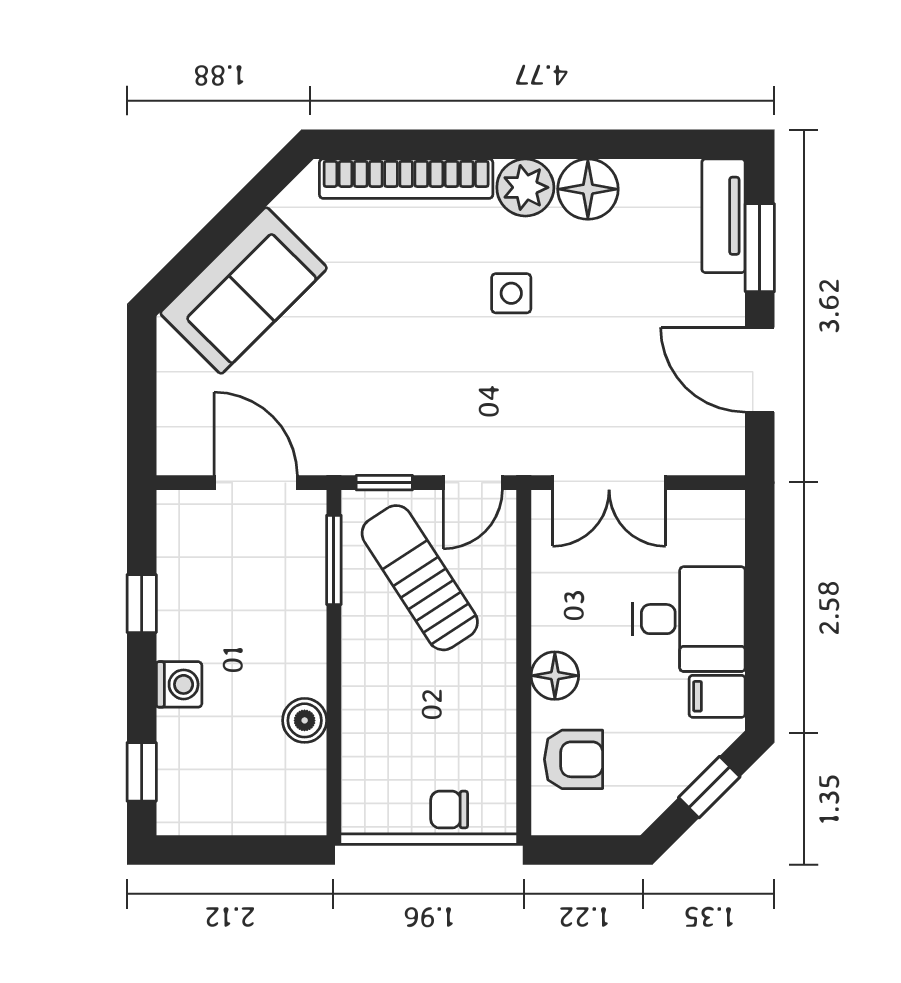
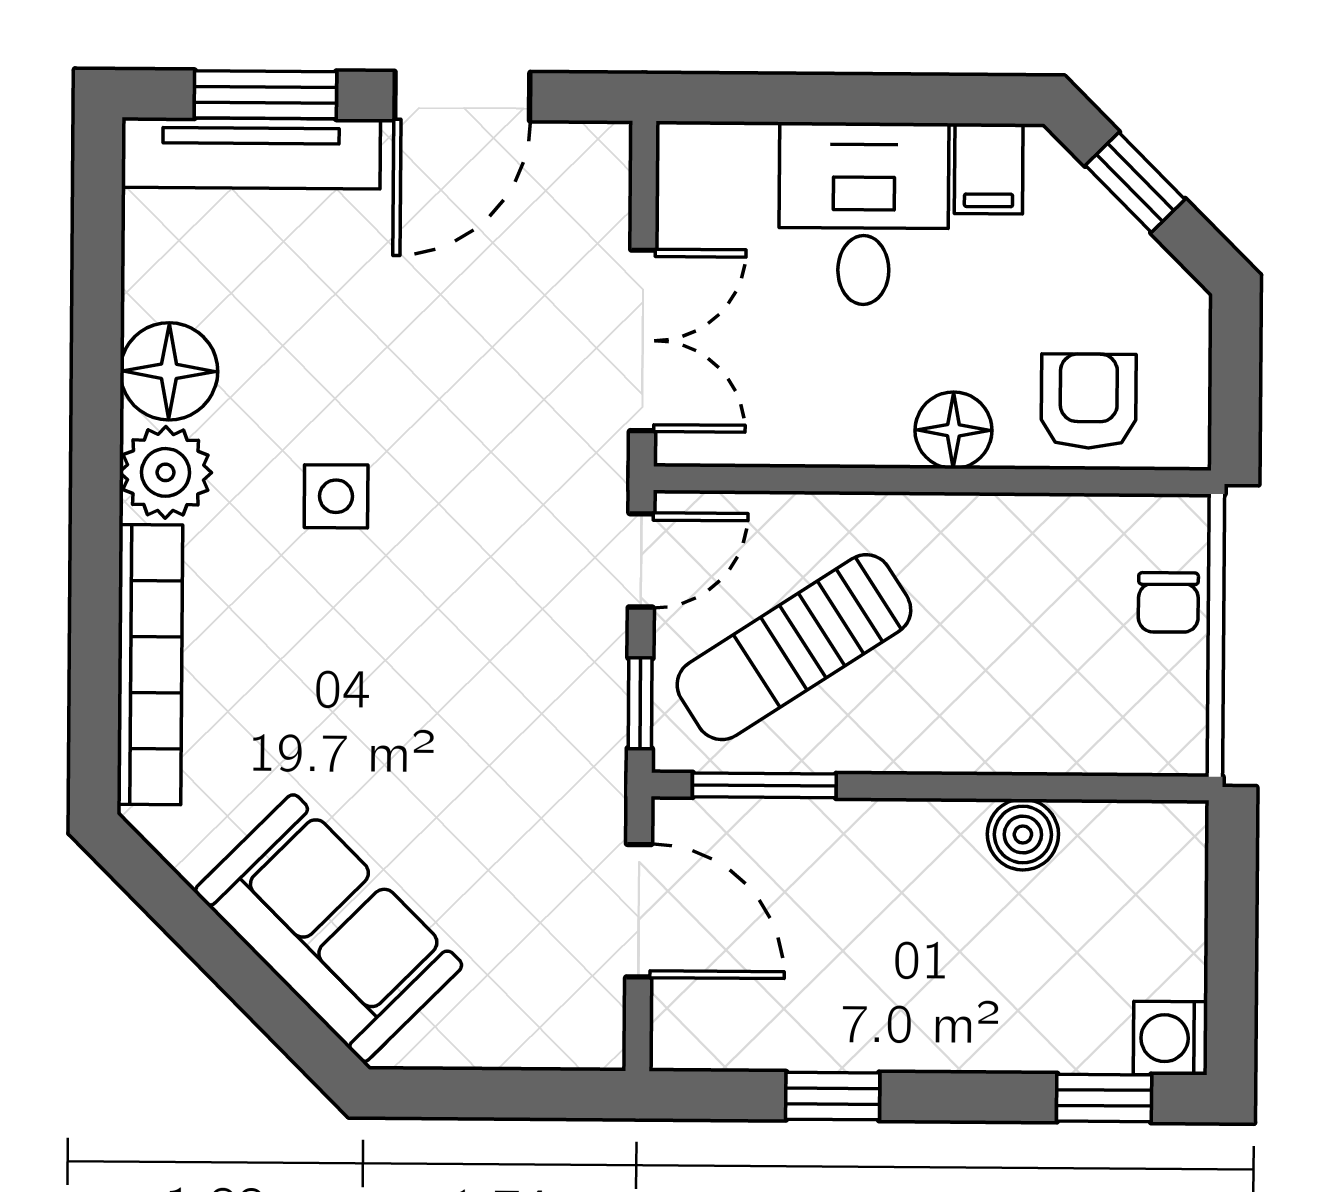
tv unit: (724, 216) -> (251, 153), width x1.41
door: (256, 483) -> (639, 911), swing flipped
door: (473, 483) -> (641, 560), hinge flipped
washing machine: (179, 684) -> (1170, 1038), moved, turned -90

